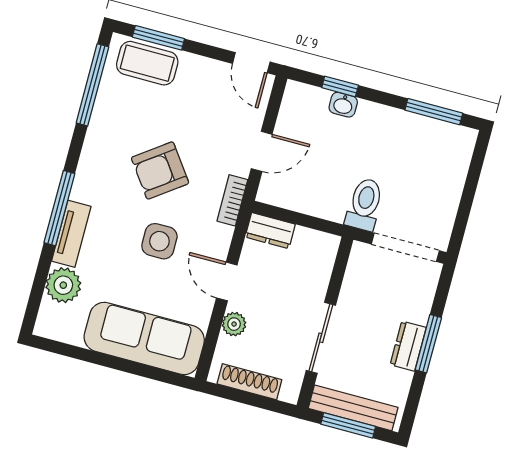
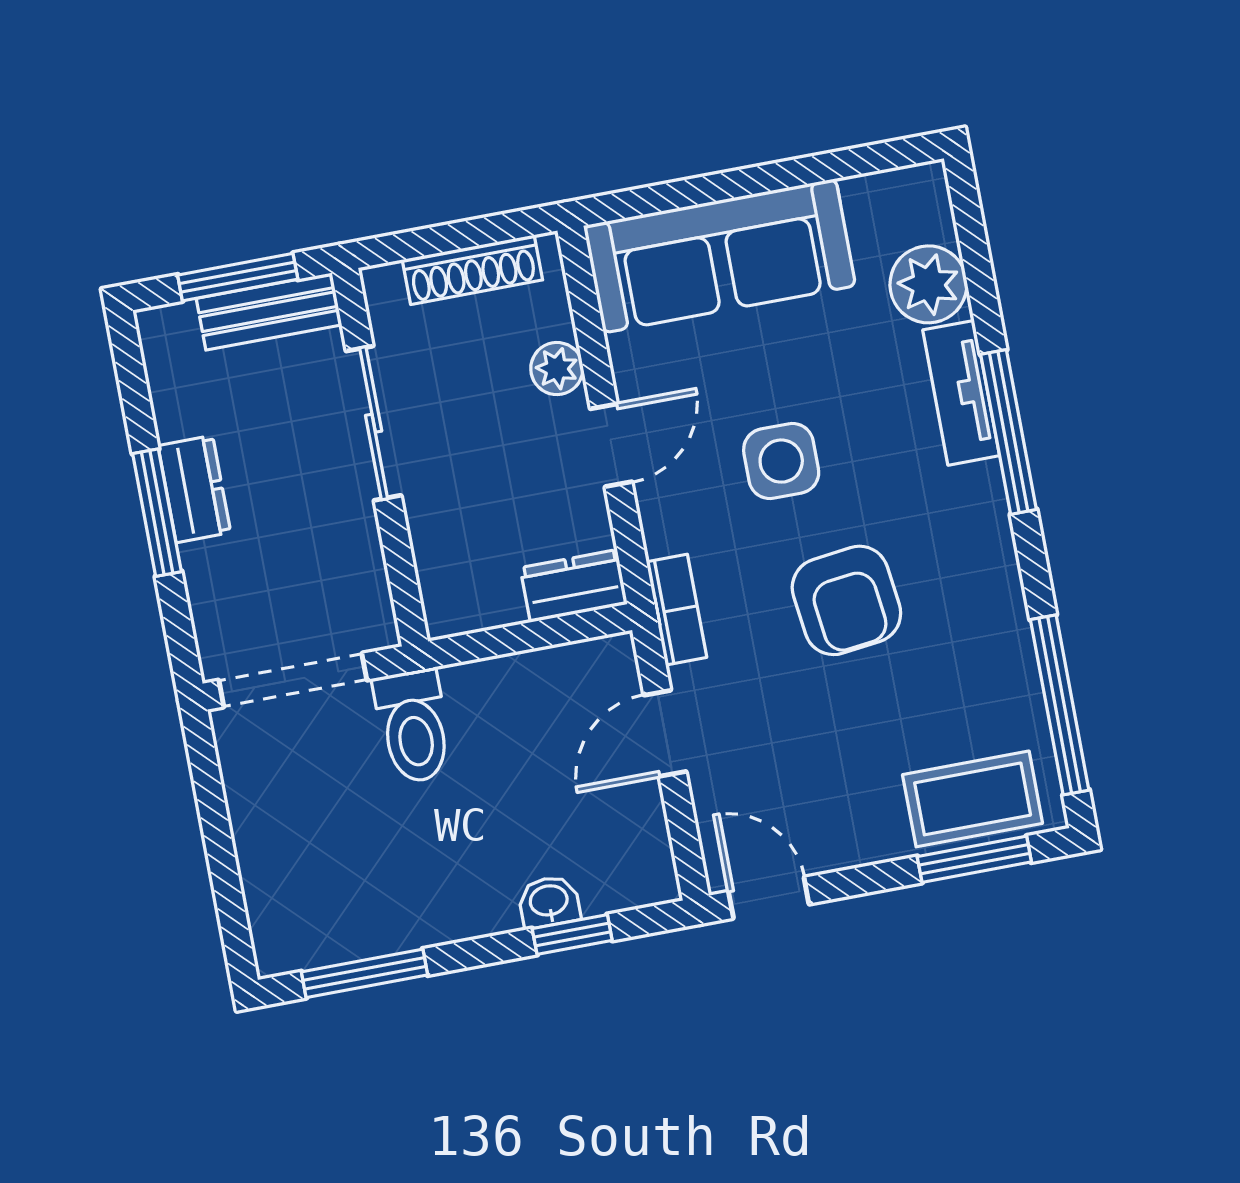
armchair: (160, 170) -> (846, 600), turned 119
door: (227, 281) -> (611, 445), hinge flipped
bench: (353, 408) -> (269, 312), width x0.73

